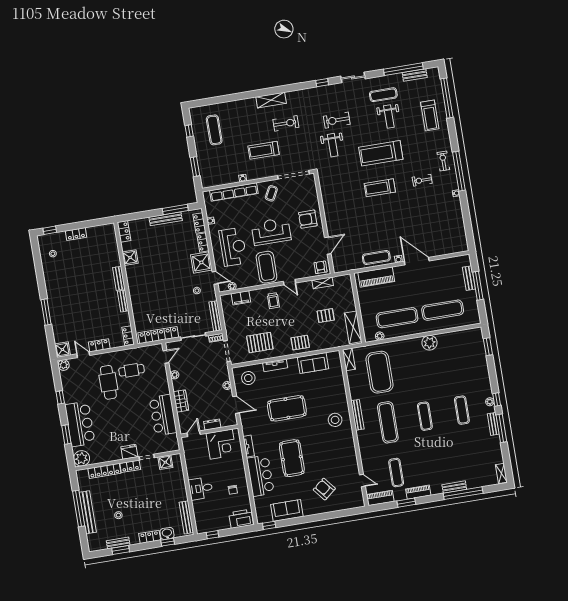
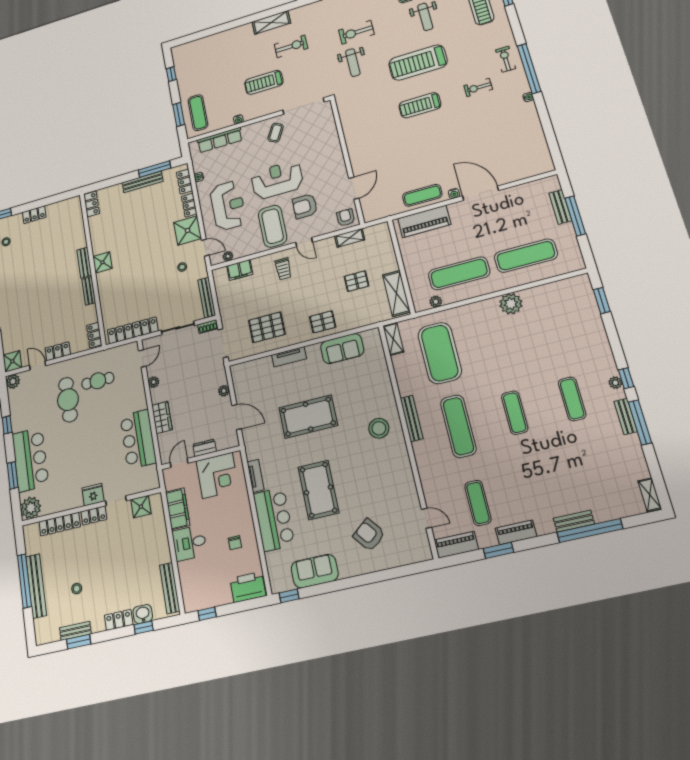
exercise mat: (214, 130) -> (198, 113), moved
row of seats: (234, 192) -> (220, 140), width x0.73
armchair: (308, 219) -> (305, 206), moved
shower: (130, 258) -> (102, 262), moved
stool: (248, 378) -> (253, 378), removed
filing cabinet: (192, 465) -> (178, 509), added

